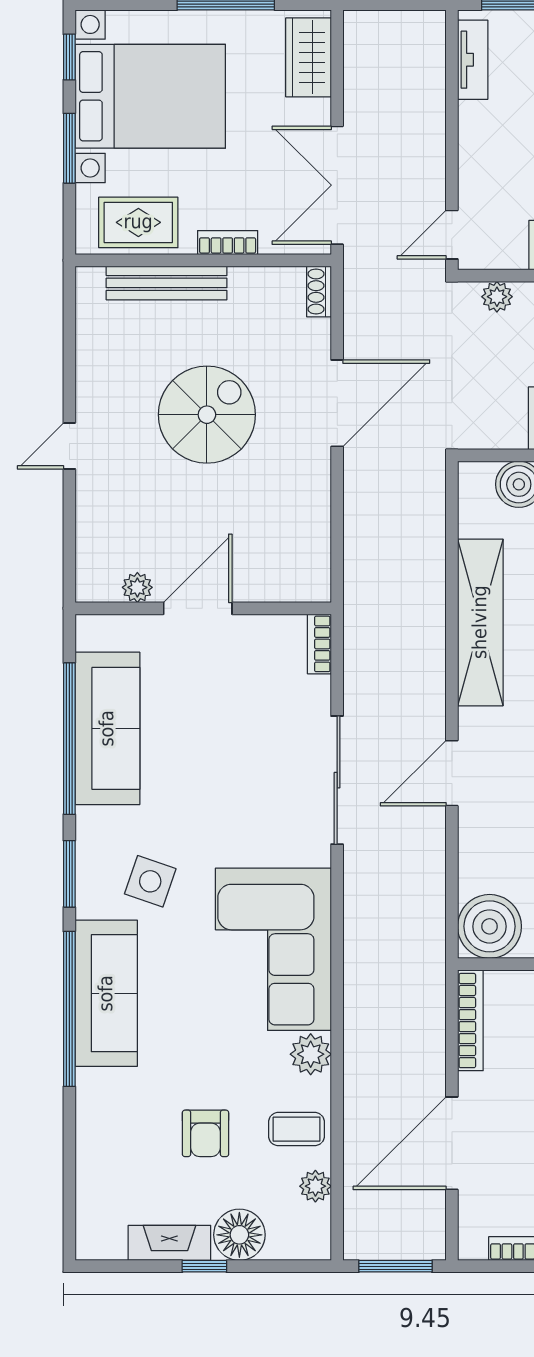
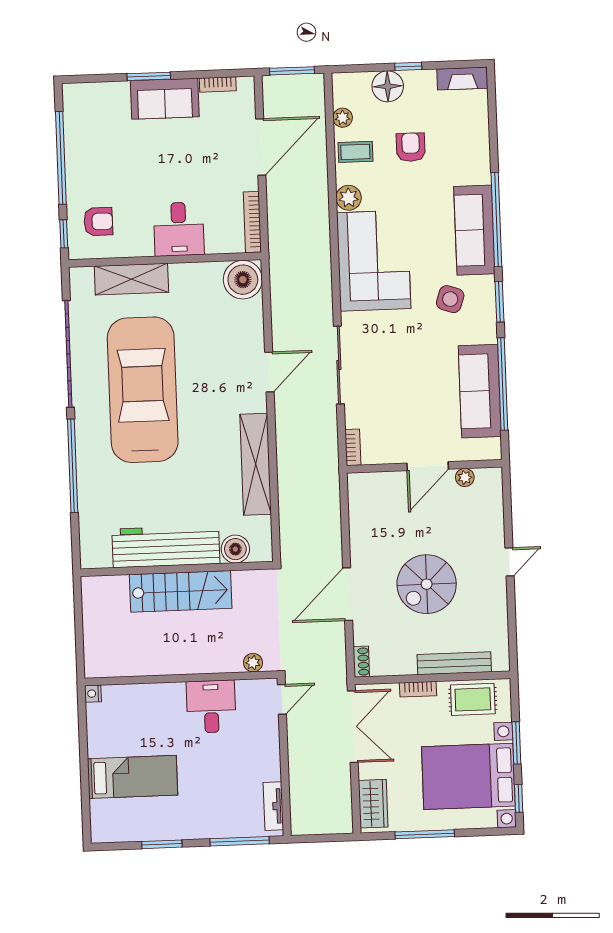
fireplace: (169, 1243) -> (462, 79), moved

